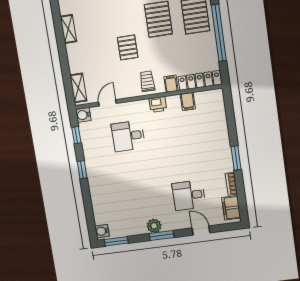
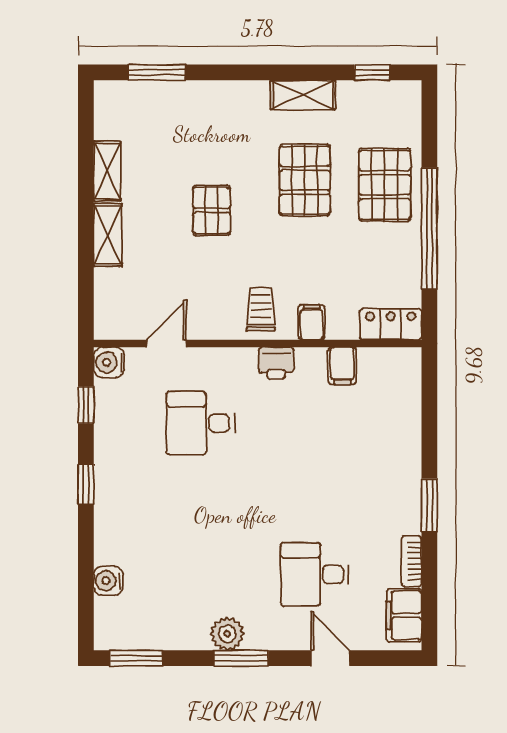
pallet: (128, 47) -> (212, 210), moved
locker: (200, 80) -> (391, 324), width x0.66
shelving: (78, 88) -> (108, 235), moved
water cooler: (102, 231) -> (108, 581), moved

